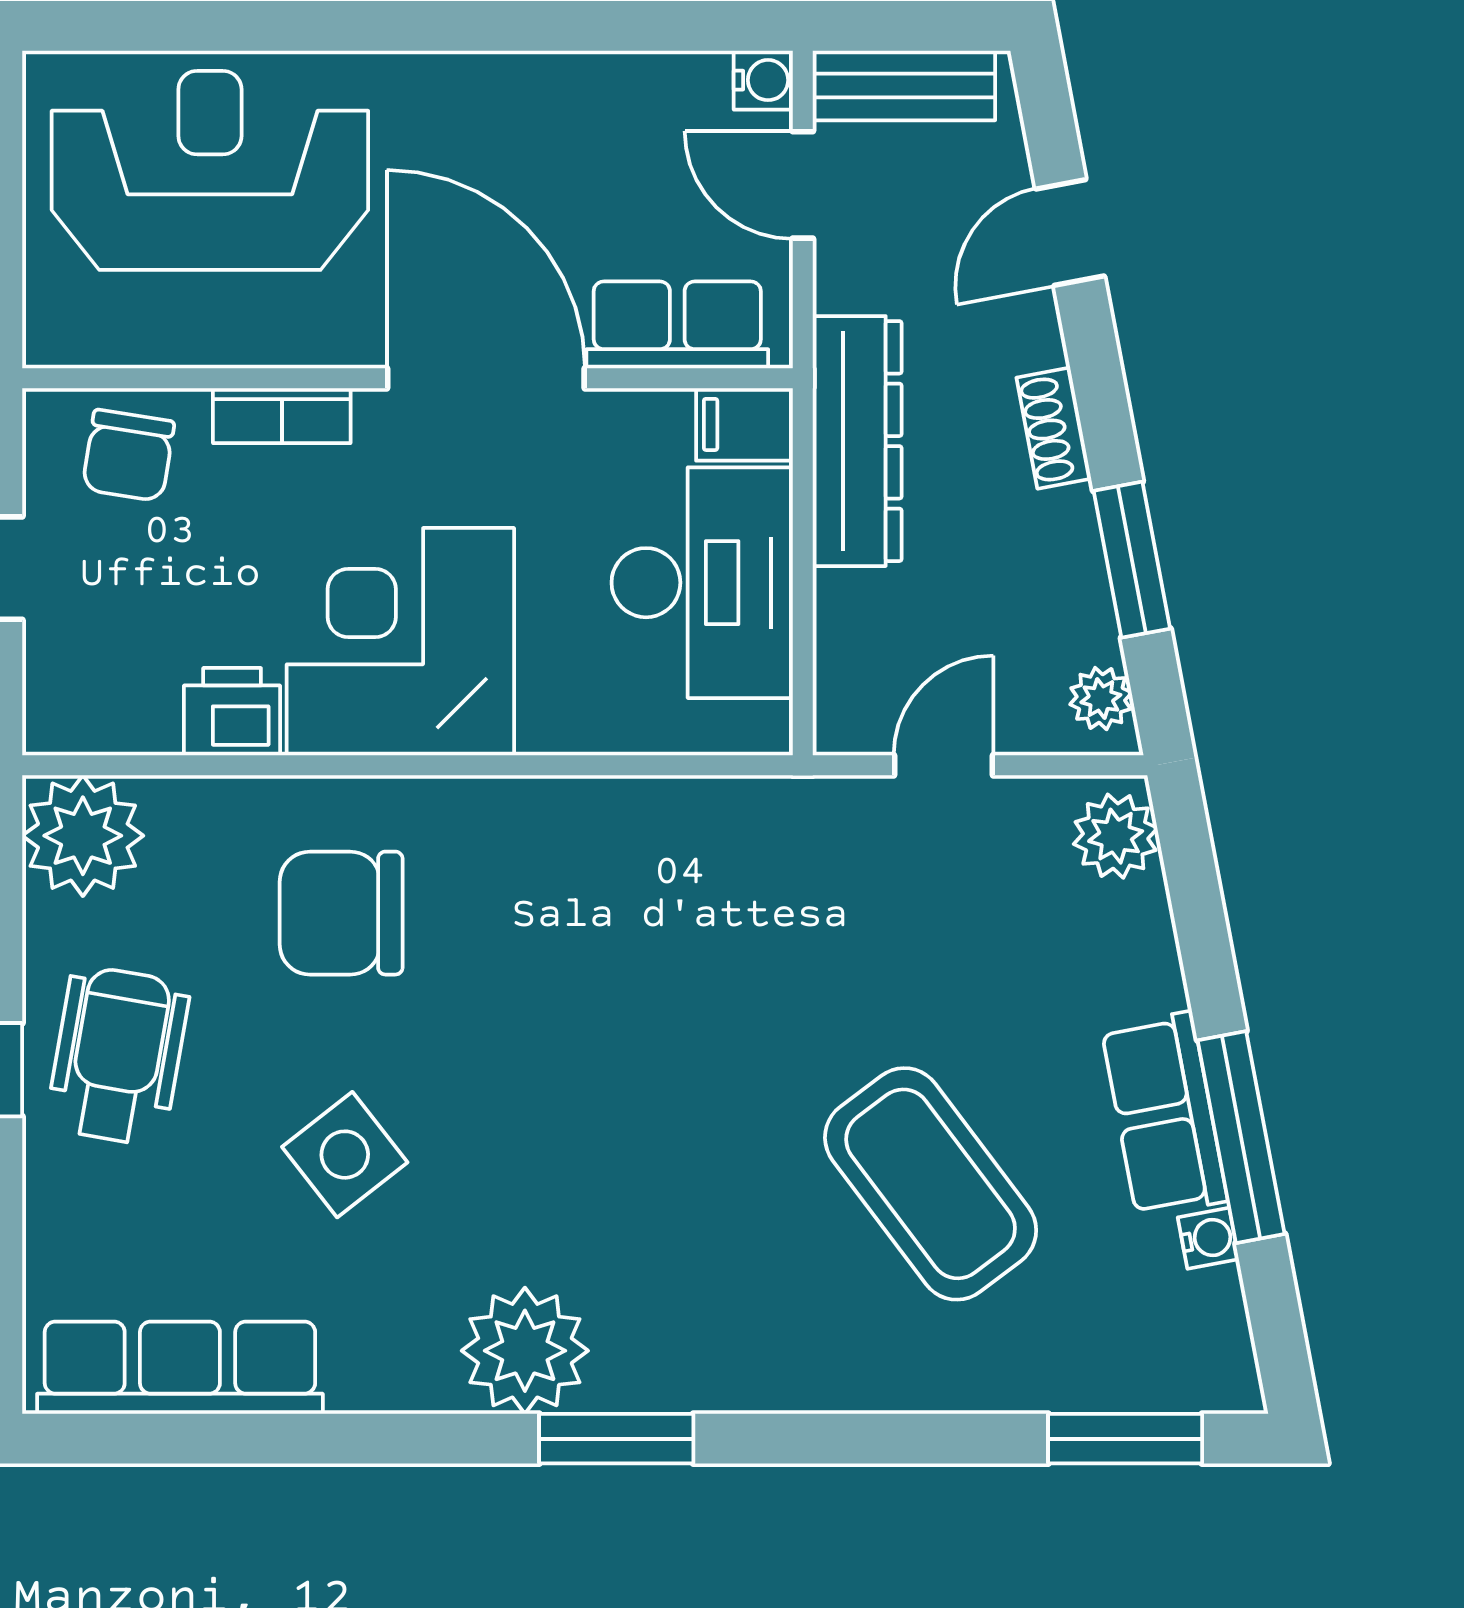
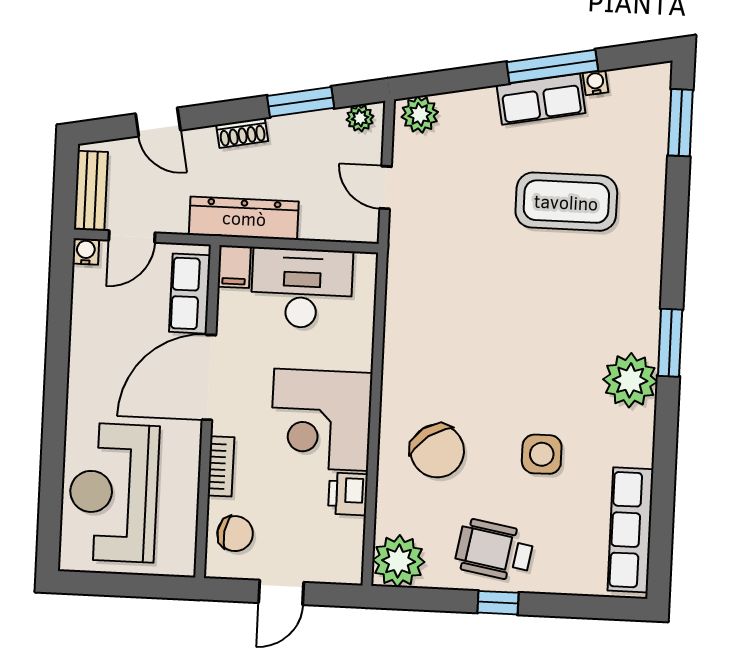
chair: (341, 913) -> (437, 451), turned -35
side table: (345, 1155) -> (542, 454), turned 38
coffee table: (931, 1184) -> (566, 202), turned 37

